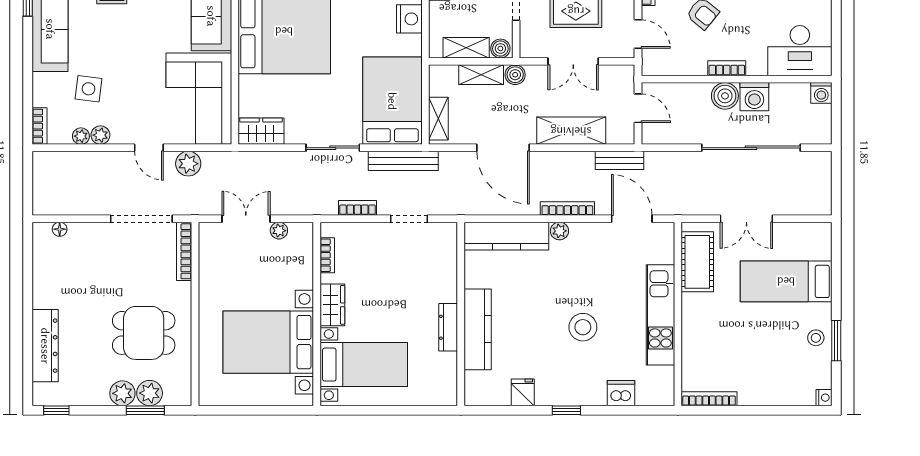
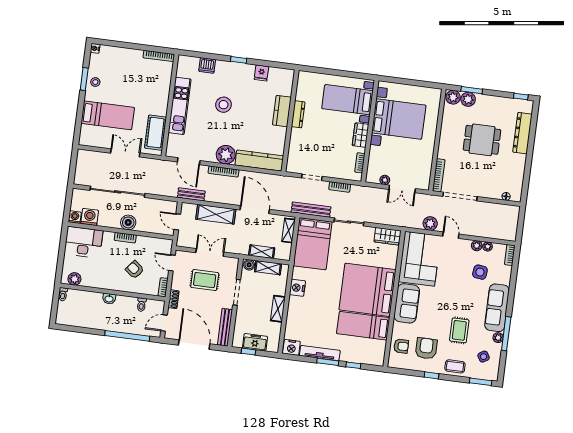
boiler: (515, 75) -> (243, 249), removed
washing machine: (754, 97) -> (90, 217), moved
plant: (559, 231) -> (226, 155), width x1.87, depth x1.87
kitchen counter: (478, 329) -> (282, 111), width x0.67
dining table: (144, 333) -> (482, 140), moved
plant: (122, 393) -> (453, 97), moved

